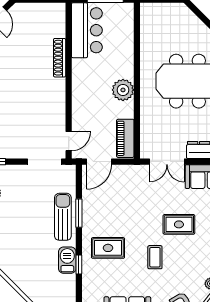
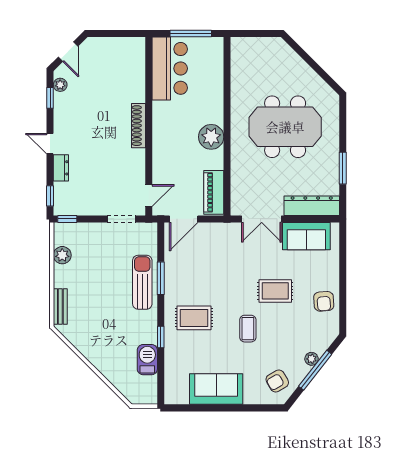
shoe rack: (60, 58) -> (139, 126), moved
doorway: (44, 162) -> (121, 219), width x0.73
barbecue: (67, 260) -> (147, 360), moved

